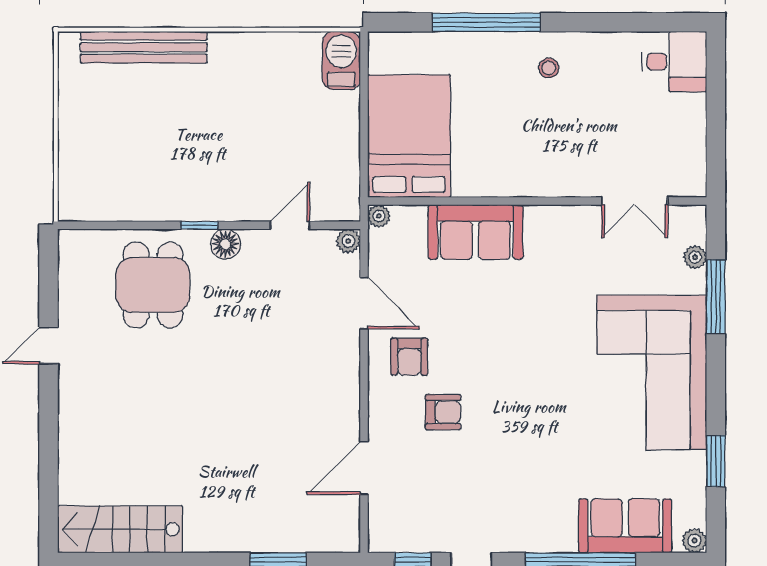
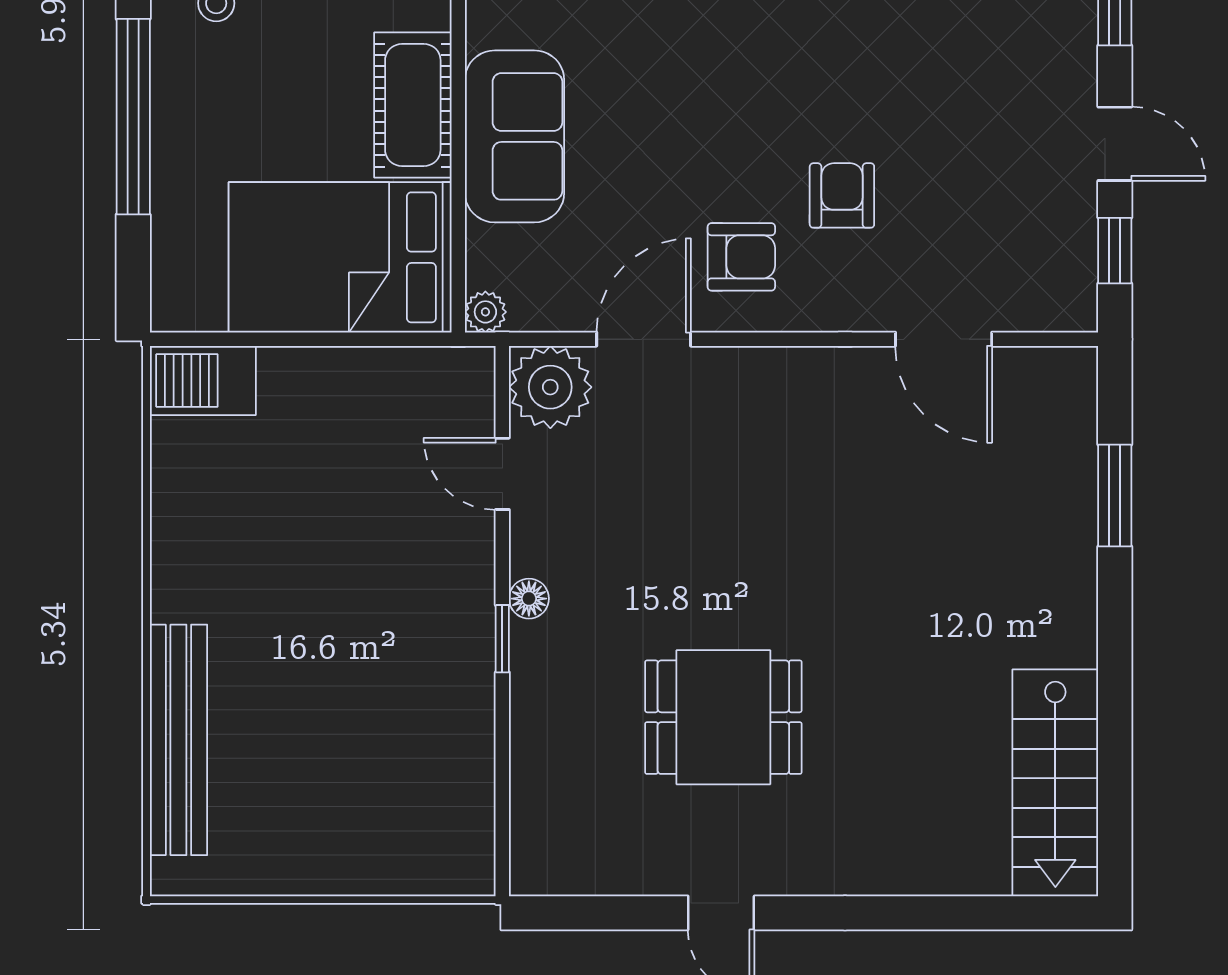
cot: (493, 176) -> (413, 105), added
plant: (348, 241) -> (550, 387), width x1.88, depth x1.88
floor lamp: (225, 244) -> (529, 599), width x0.73, depth x0.73
dining table: (153, 285) -> (723, 717), moved

